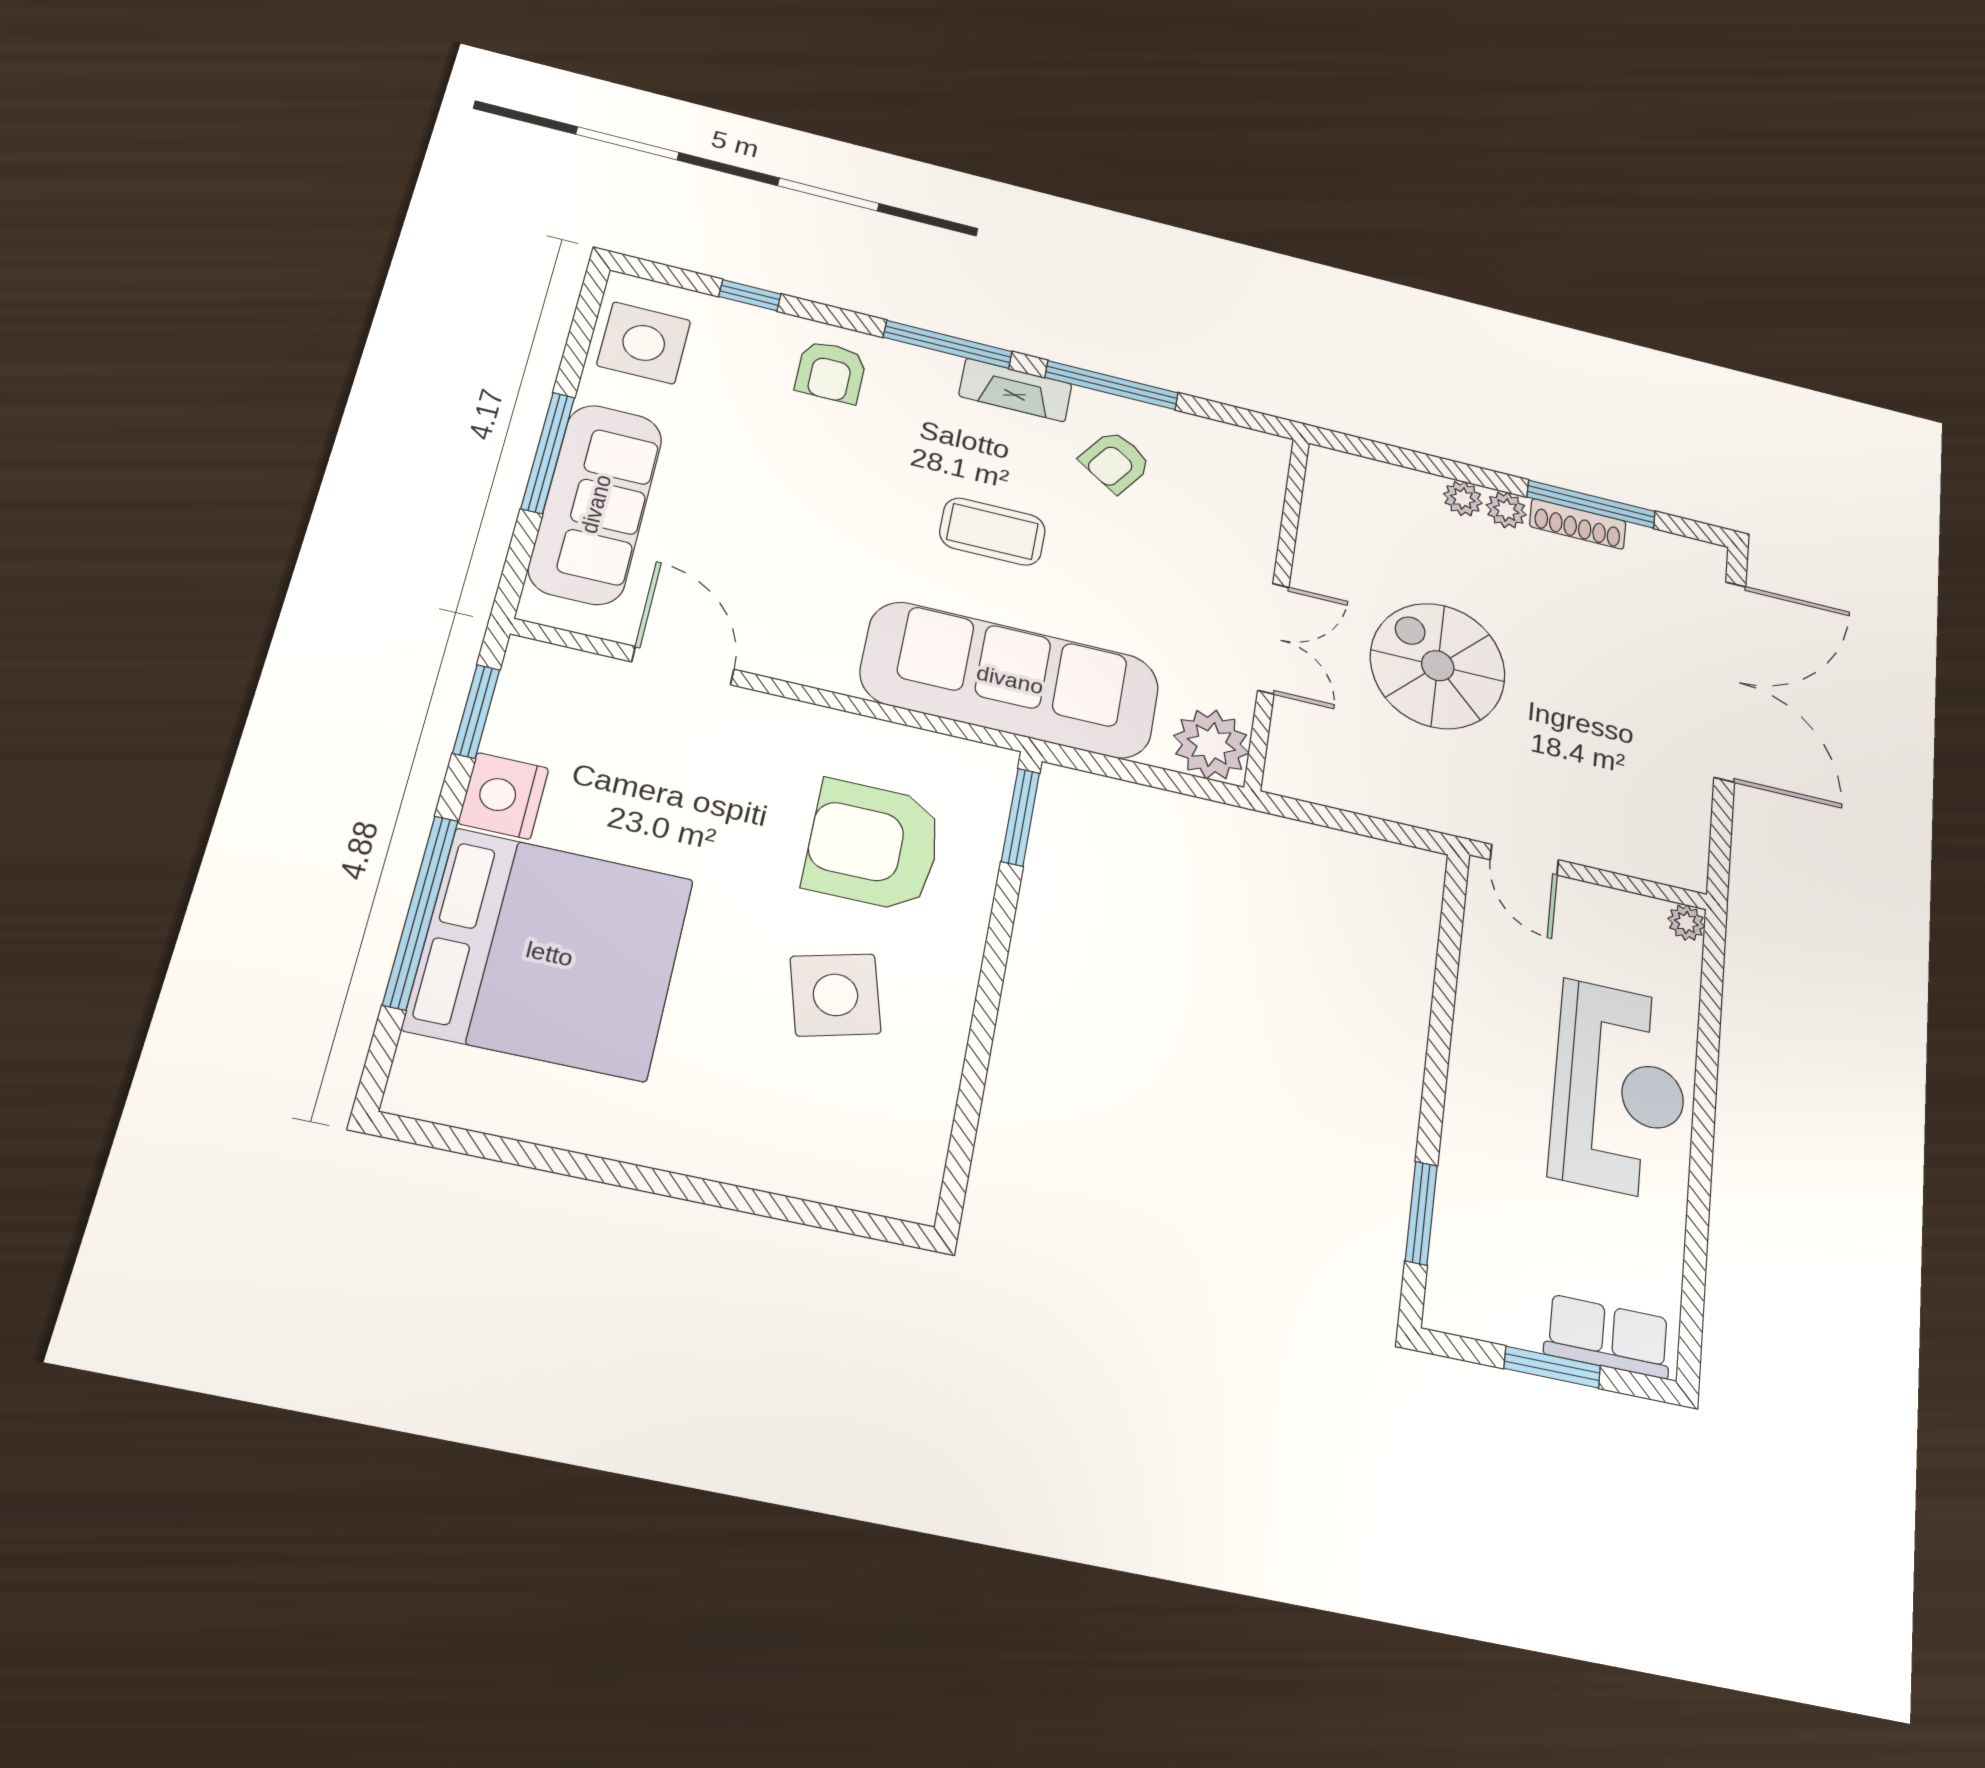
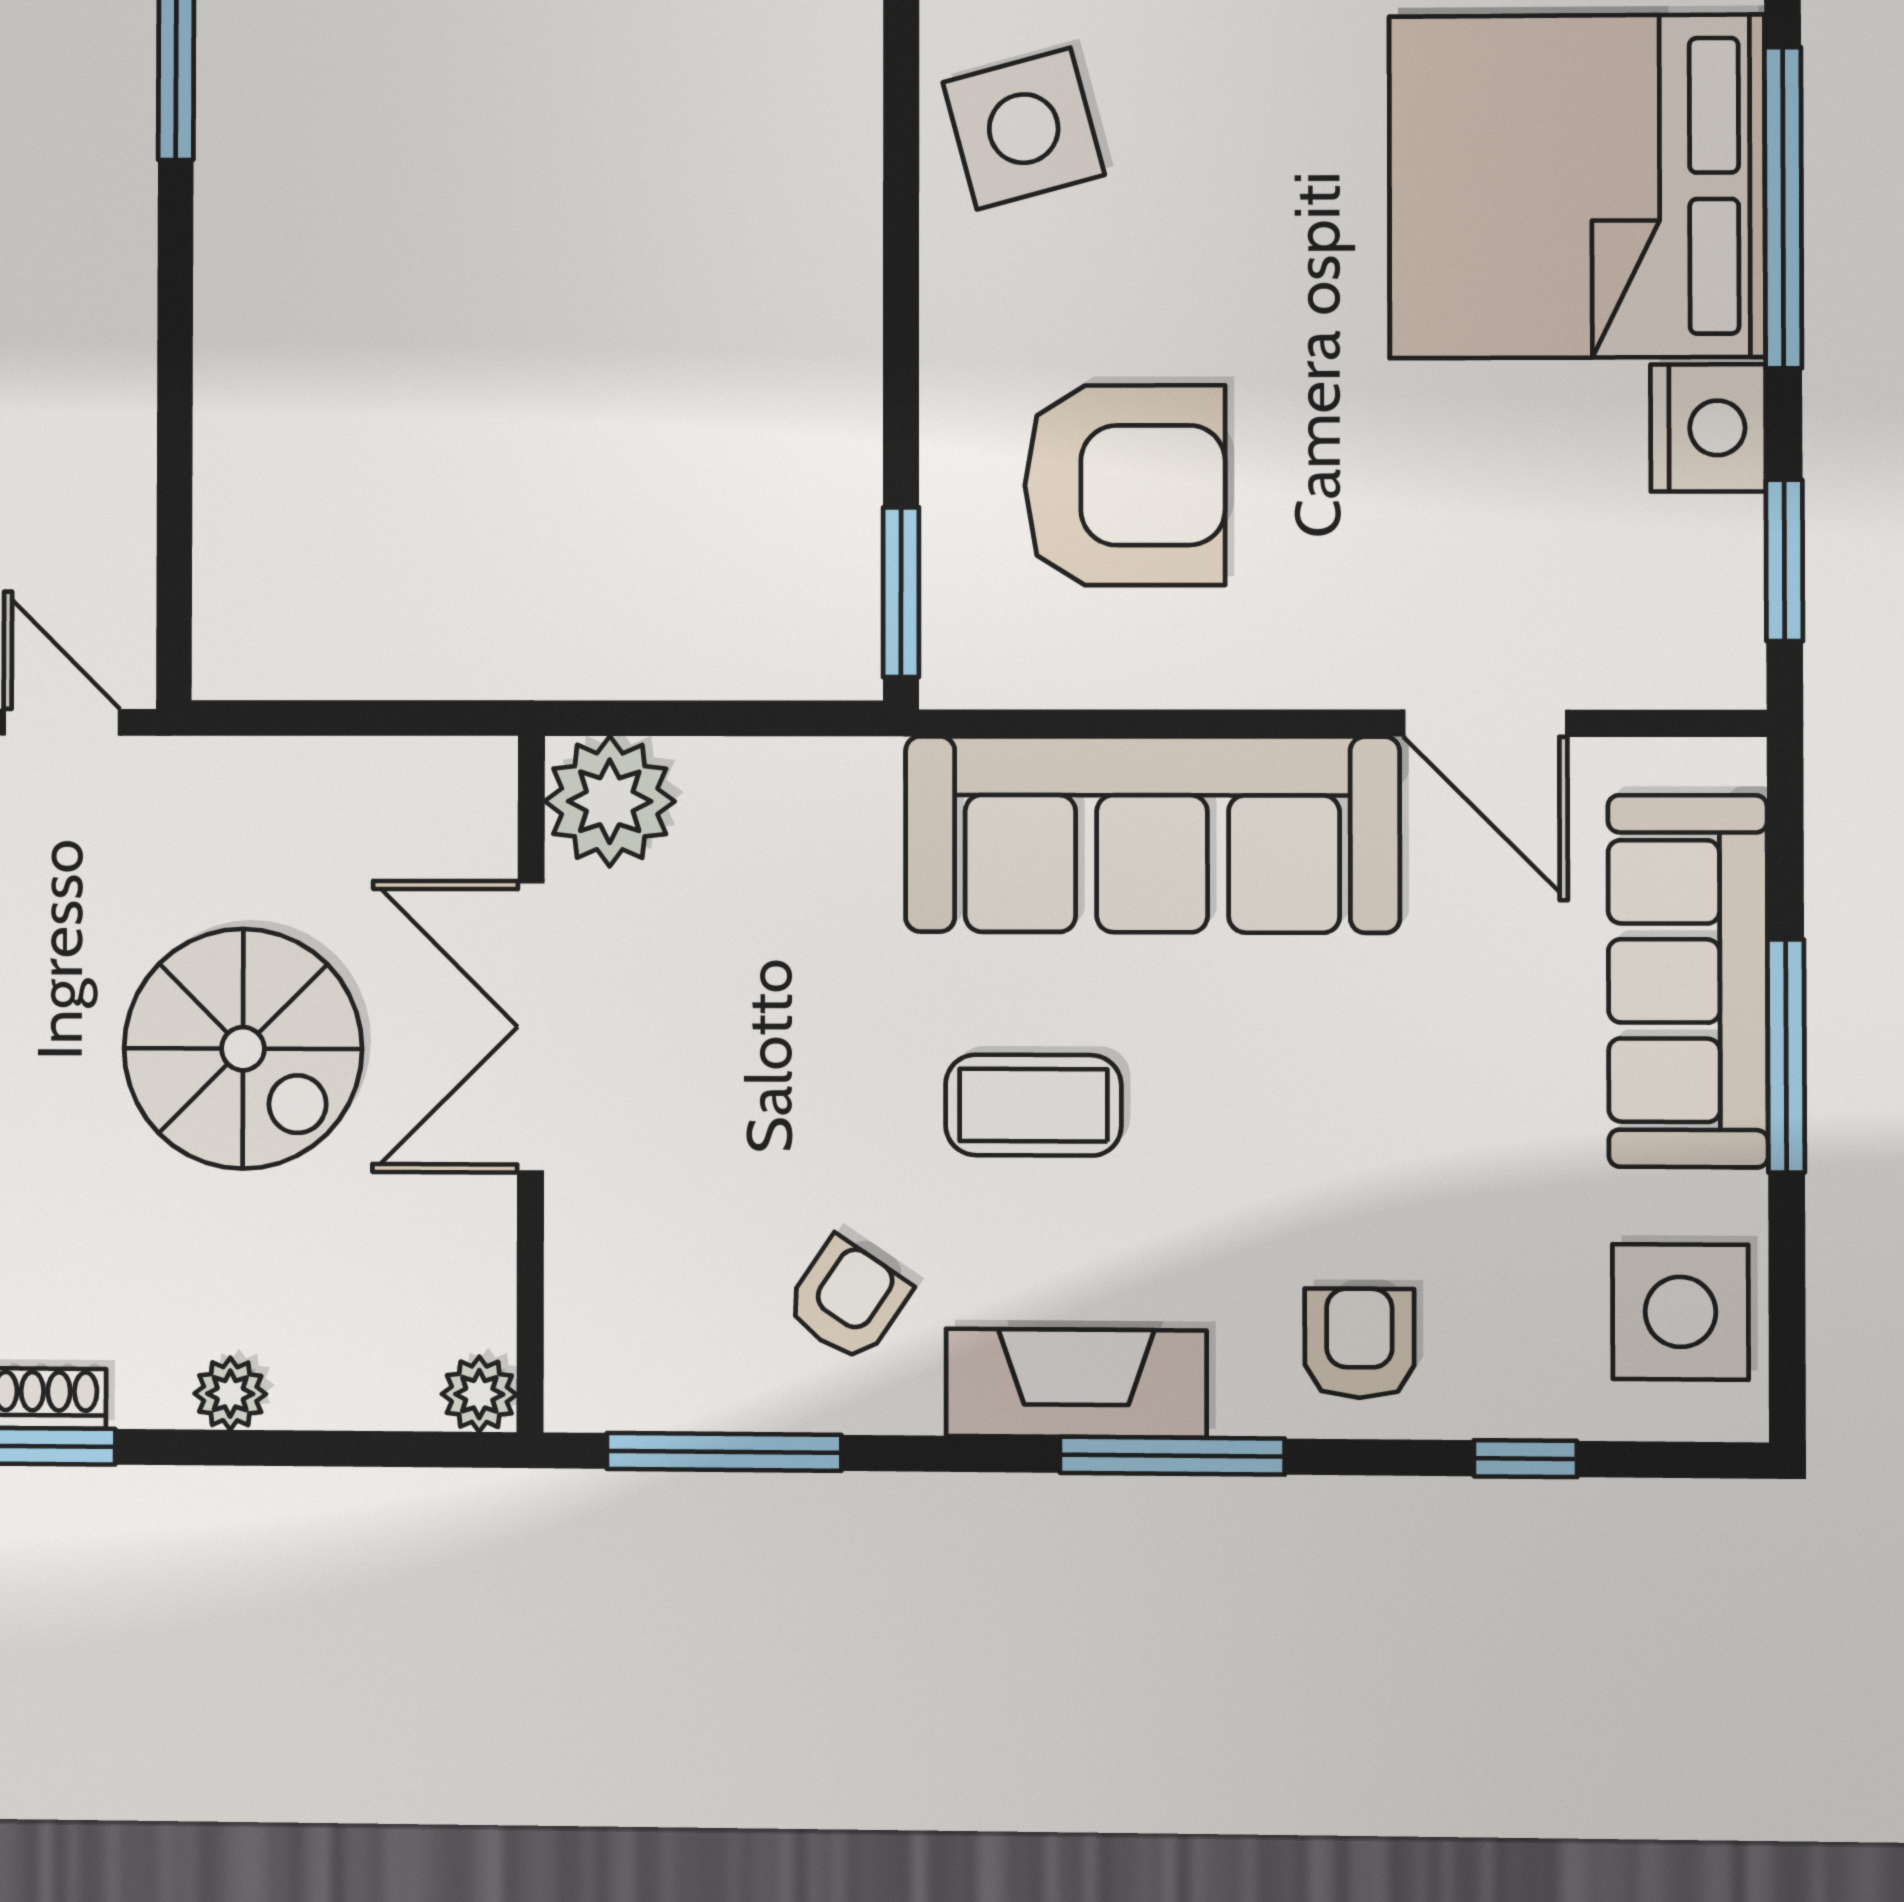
window: (1112, 385) -> (724, 1452), moved
fireplace: (1015, 390) -> (1076, 1383), width x1.37, depth x1.32
plant: (1506, 510) -> (479, 1394), moved
double door: (1273, 638) -> (531, 1027), width x1.37
sofa: (1010, 680) -> (1152, 834), moved
side table: (835, 995) -> (1024, 129), moved

